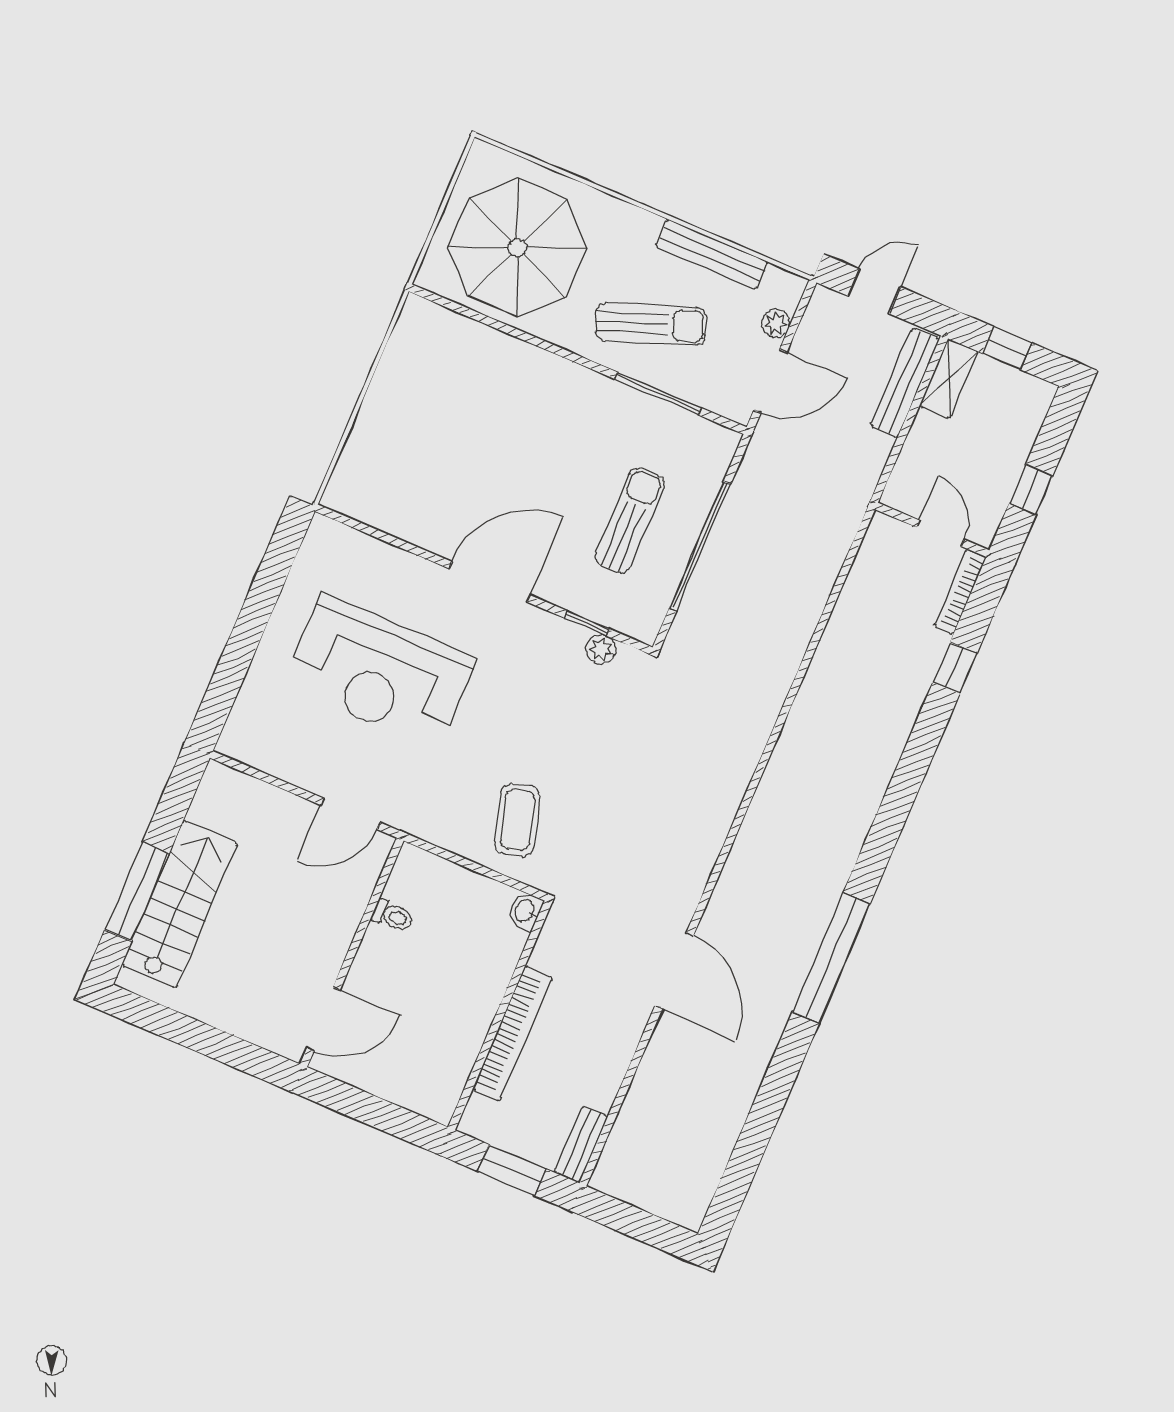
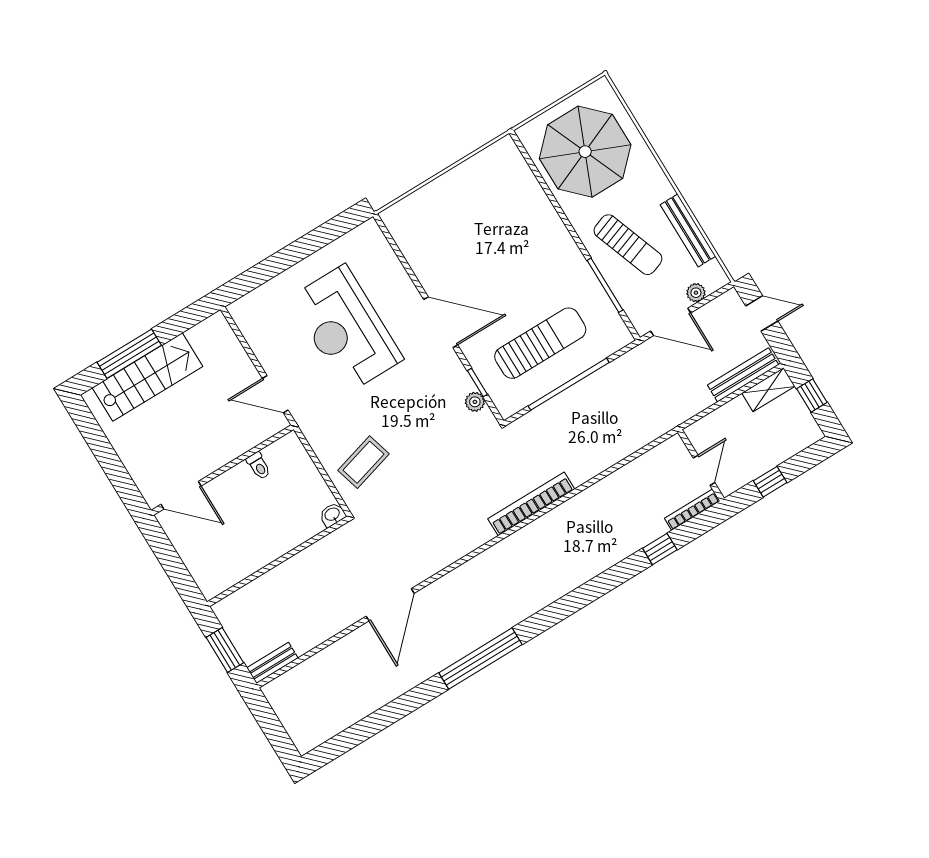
sun lounger: (630, 520) -> (540, 343), width x1.36, depth x1.34
bookcase: (513, 1033) -> (531, 504), moved, turned 180

